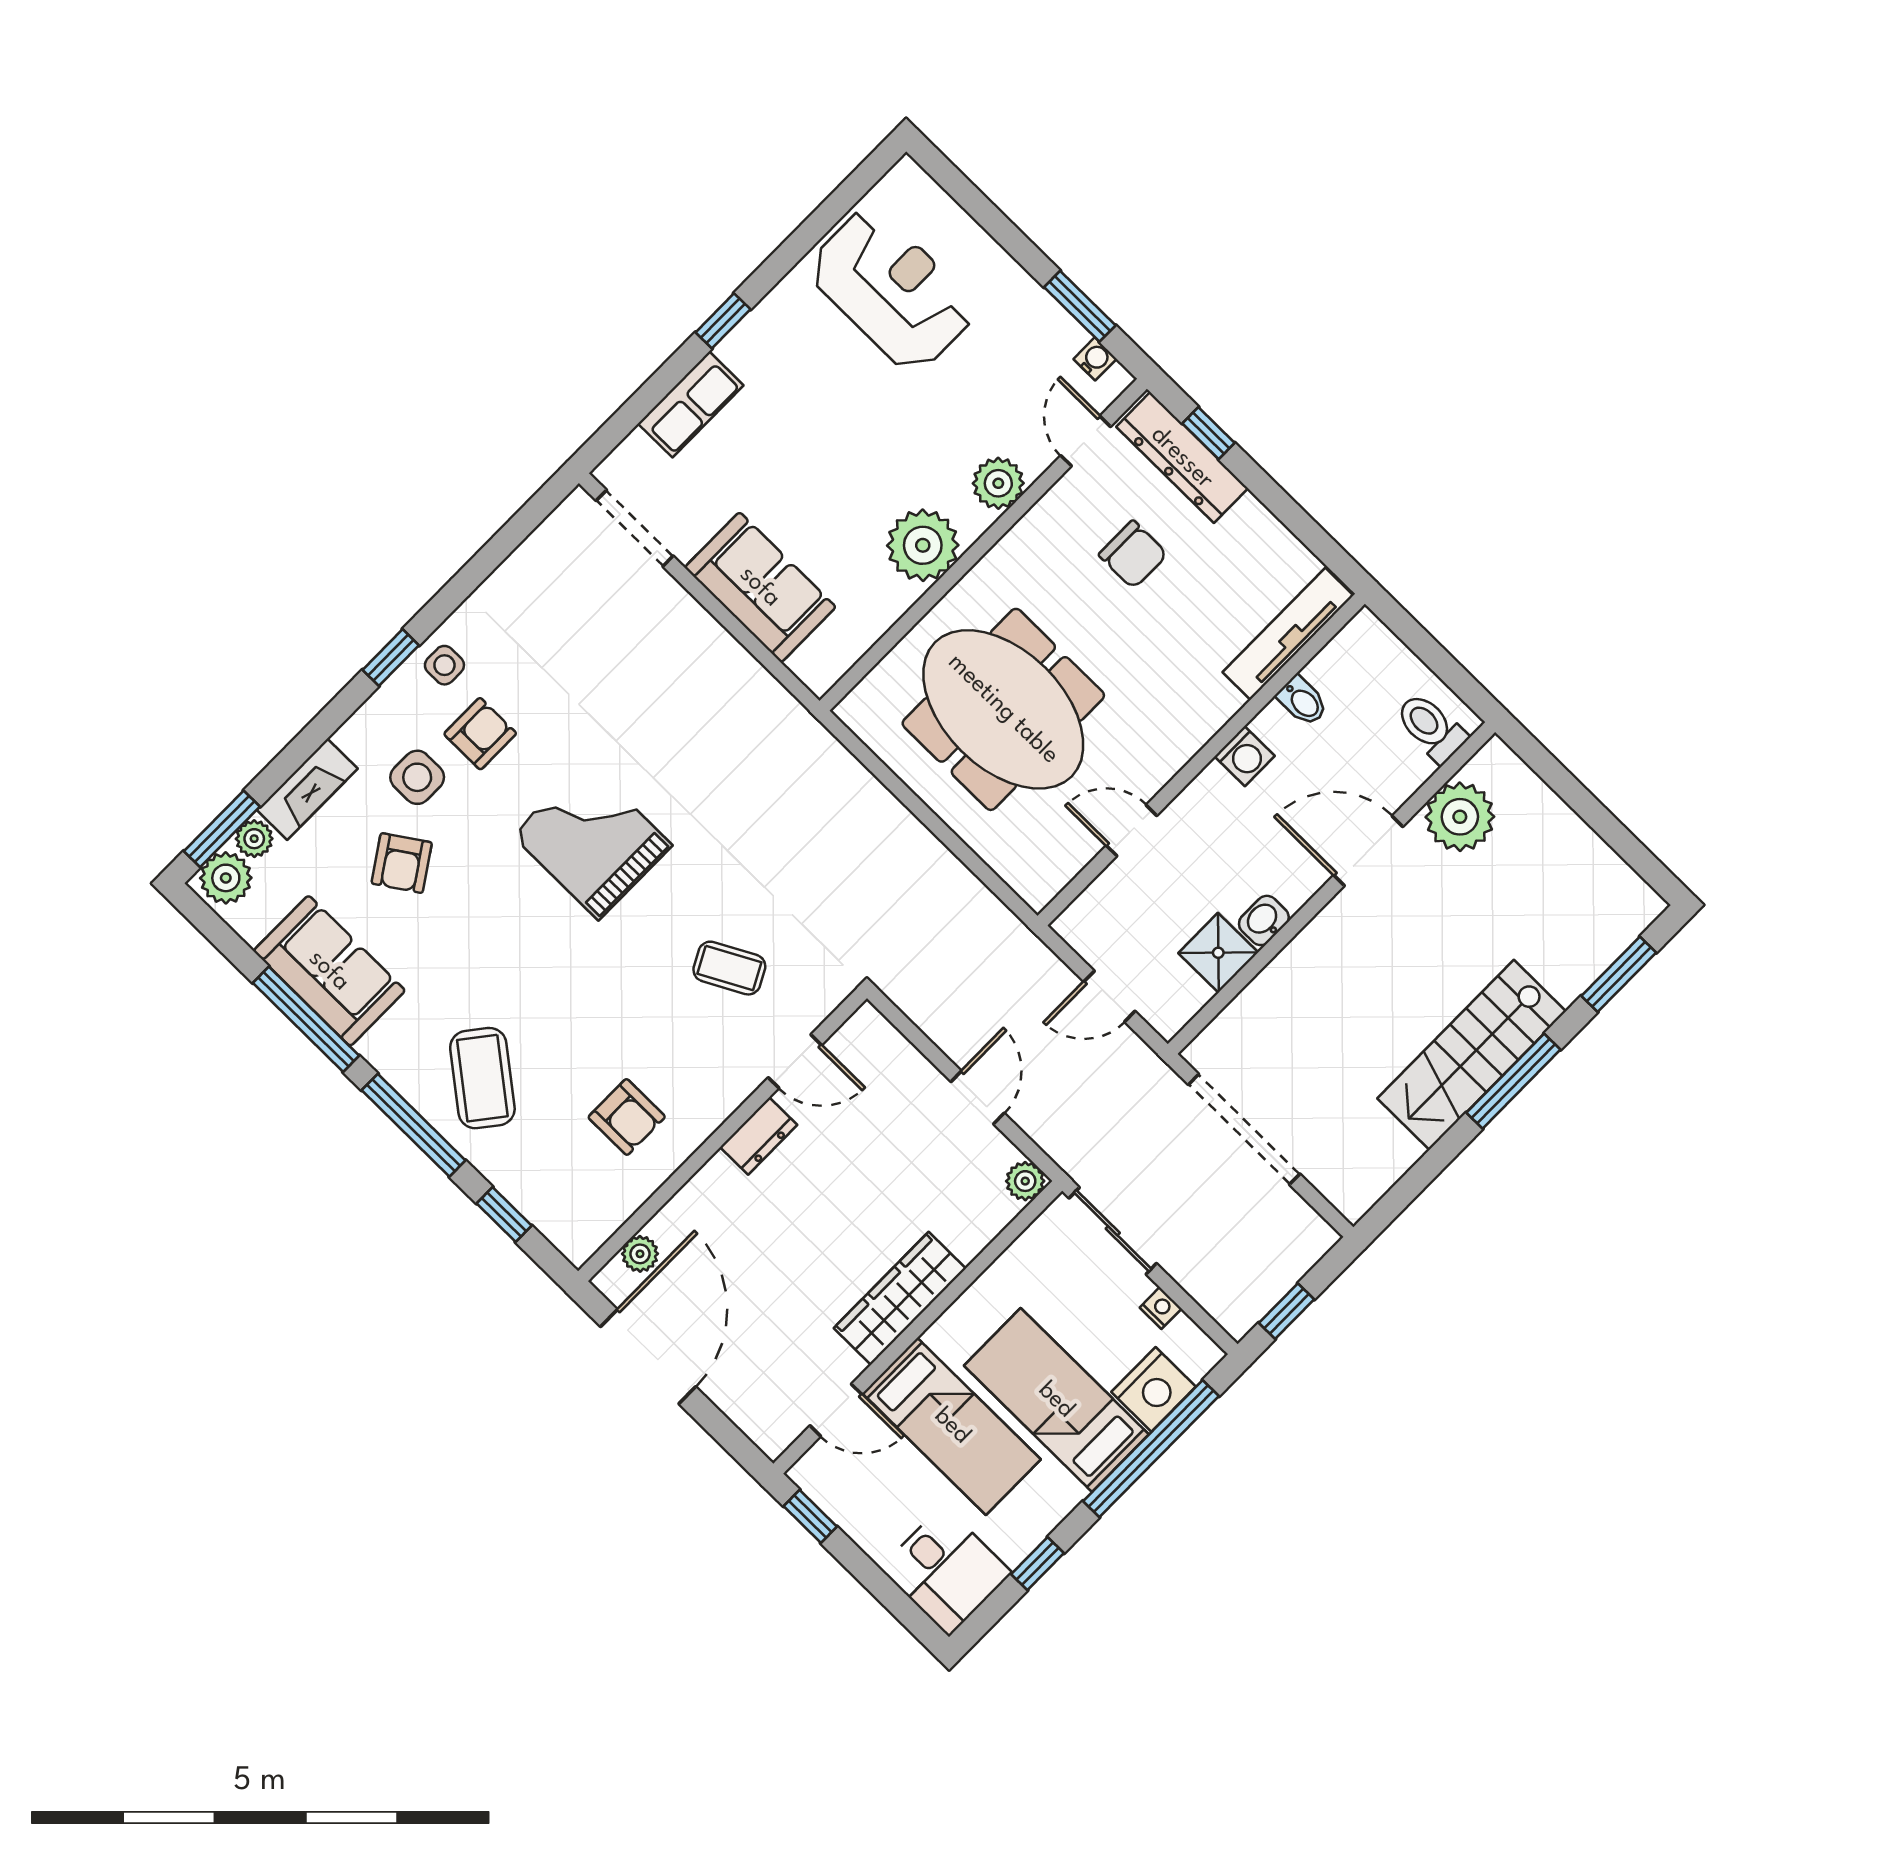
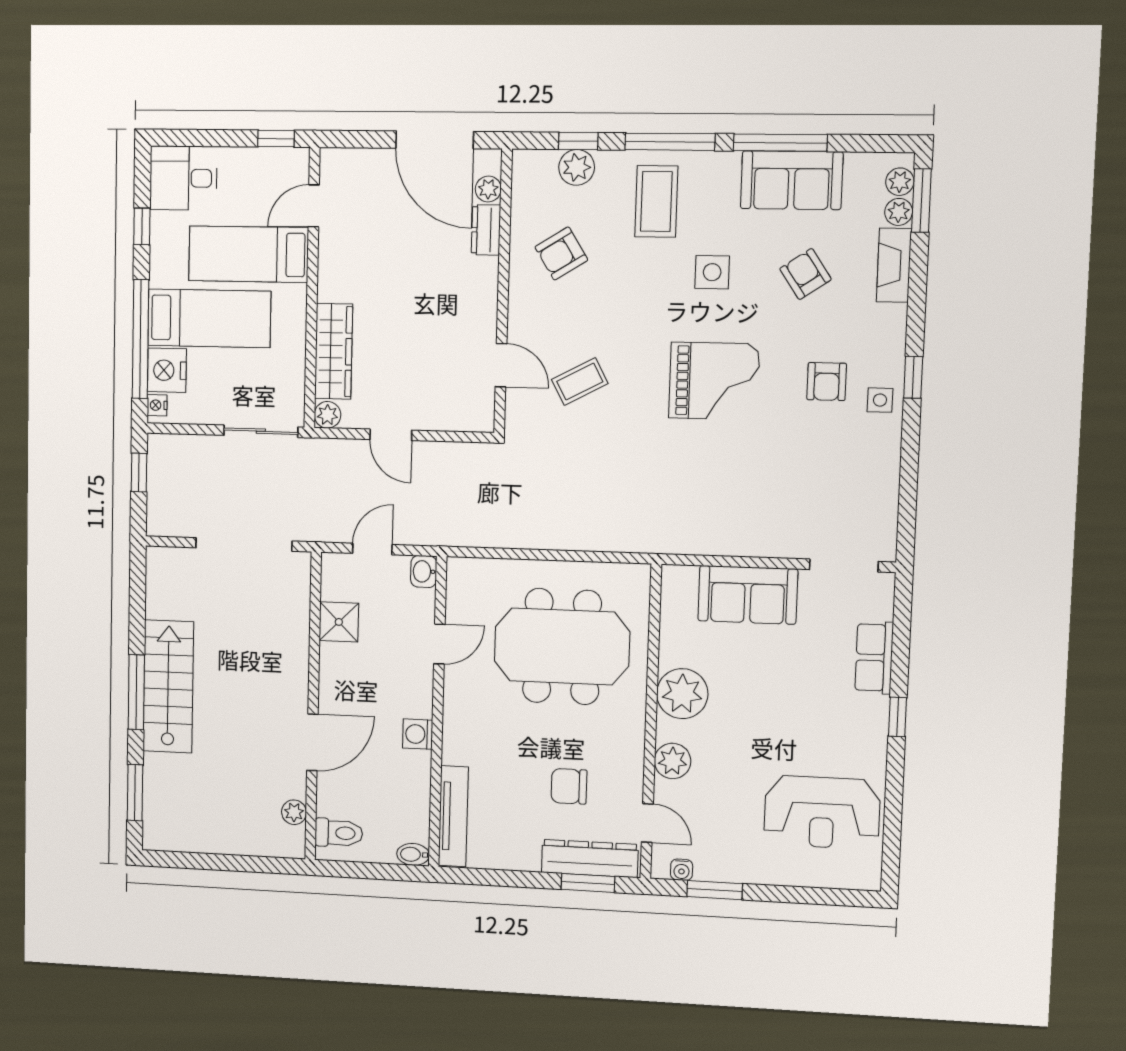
window: (1208, 433) -> (588, 883), width x1.50
bidet: (1302, 701) -> (413, 854), moved
side table: (417, 777) -> (712, 272), moved
plant: (1460, 817) -> (294, 812), width x0.53, depth x0.53
plant: (226, 878) -> (900, 182), width x0.73, depth x0.73
washbasin: (1264, 920) -> (424, 571), moved, turned 180
door: (795, 1061) -> (501, 365), swing flipped
coffee table: (482, 1078) -> (656, 201), turned 52
armchair: (627, 1117) -> (561, 253), turned -32
dresser: (759, 1136) -> (486, 230), moved
plant: (530, 1190) -> (577, 167), added
wardrobe: (900, 1298) -> (334, 351), moved
nightstand: (1161, 1308) -> (157, 405), moved, turned 90

